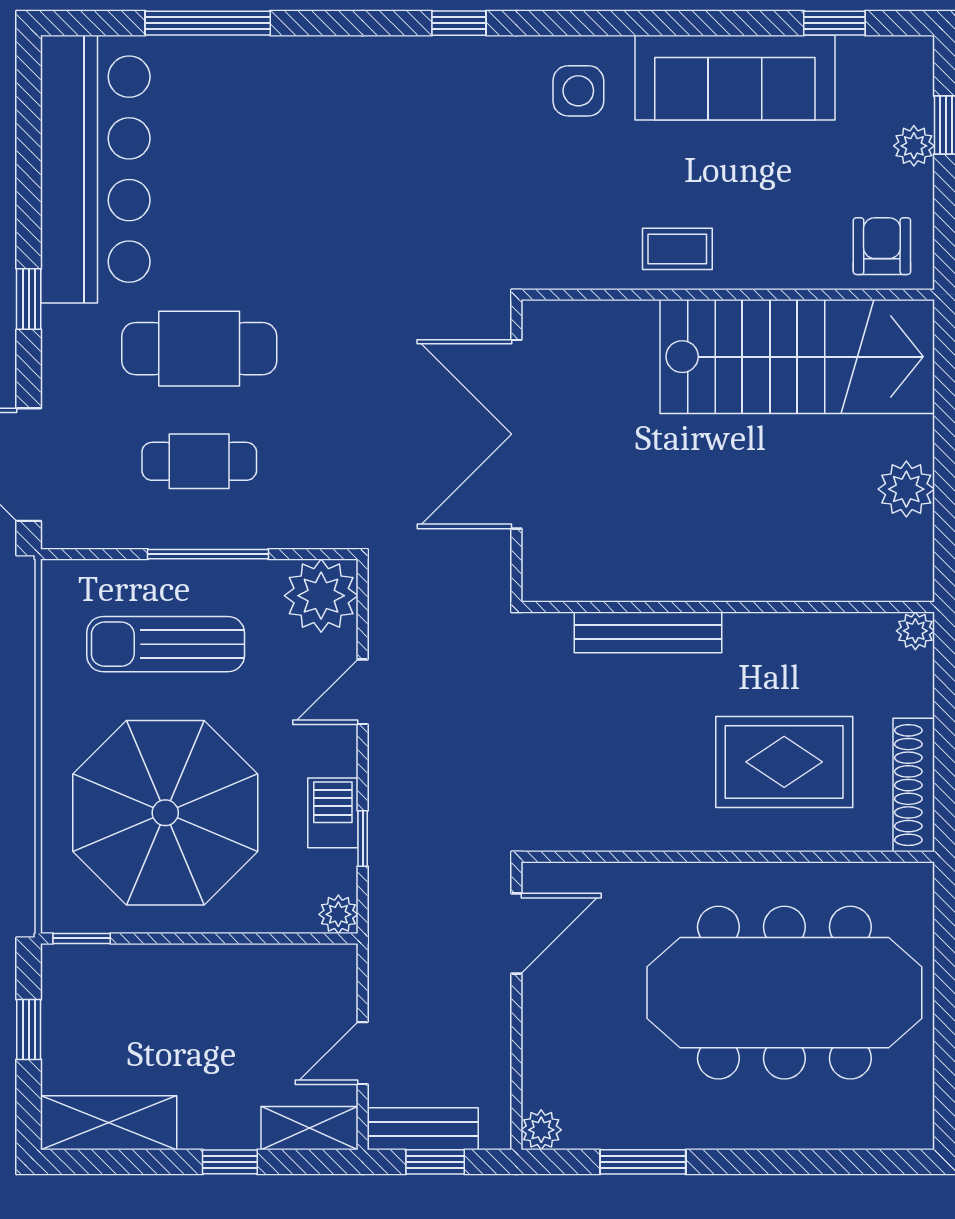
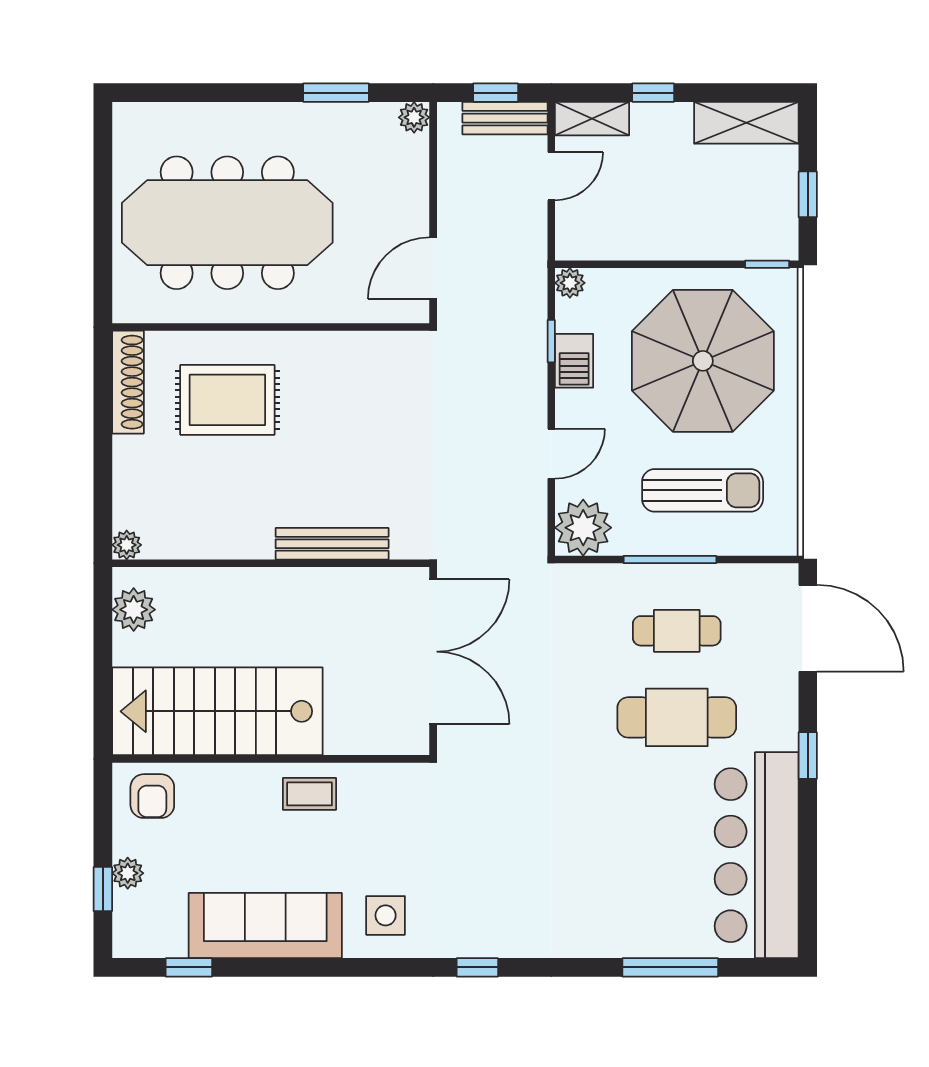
wall: (728, 607) -> (271, 563), moved
plant: (915, 631) -> (127, 545), moved
bench: (648, 632) -> (332, 544), moved

